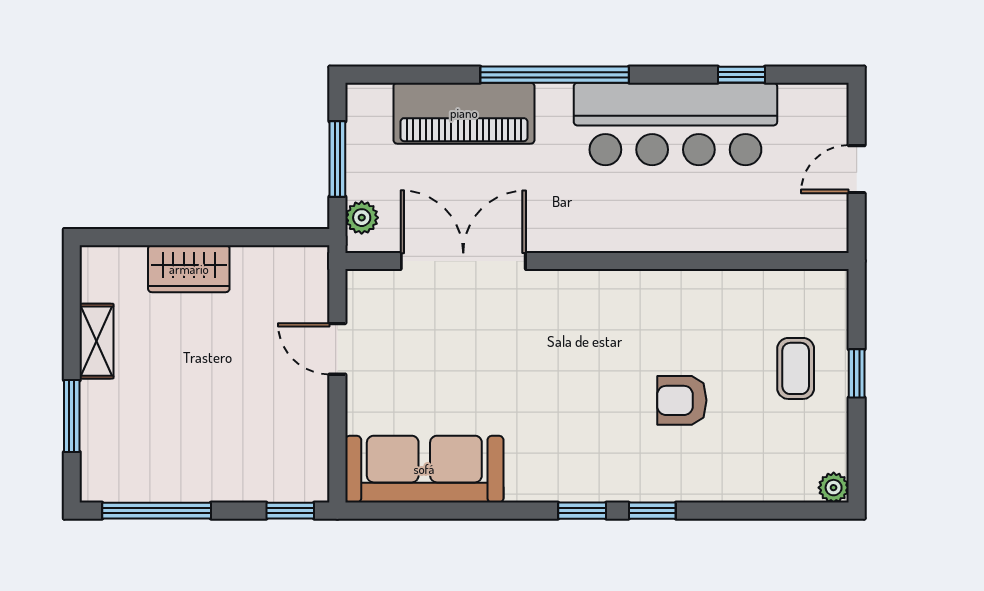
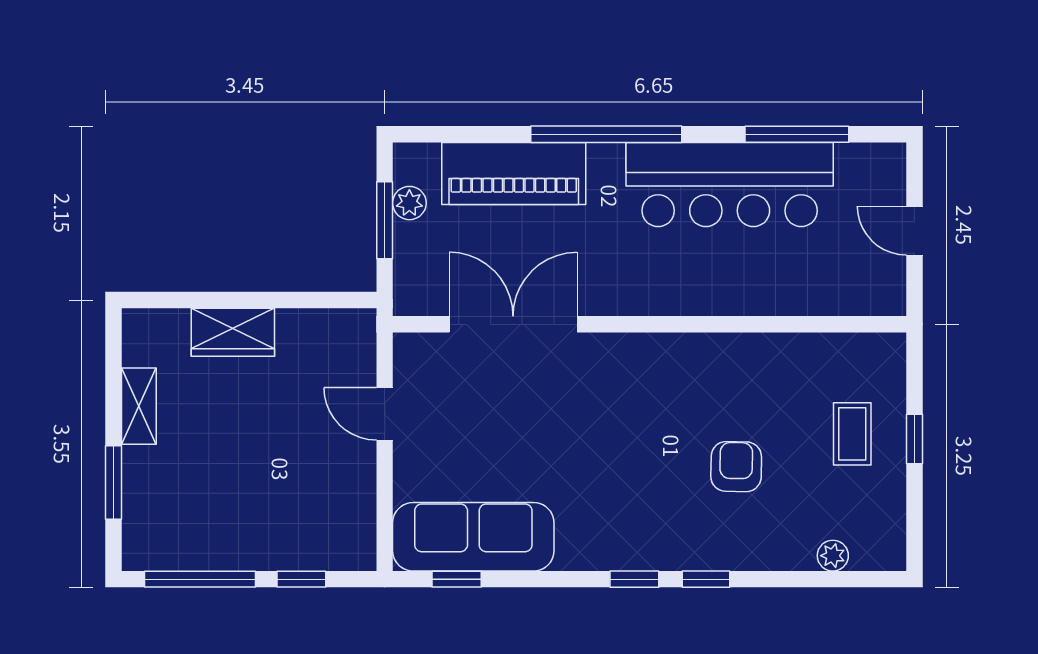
window: (741, 75) -> (797, 134), width x2.17
door: (857, 169) -> (914, 231), hinge flipped
plant: (362, 218) -> (409, 203), moved
armchair: (682, 400) -> (736, 467), turned 91
plant: (834, 488) -> (833, 556), moved
window: (290, 511) -> (301, 579), moved
window: (408, 511) -> (457, 579), added

